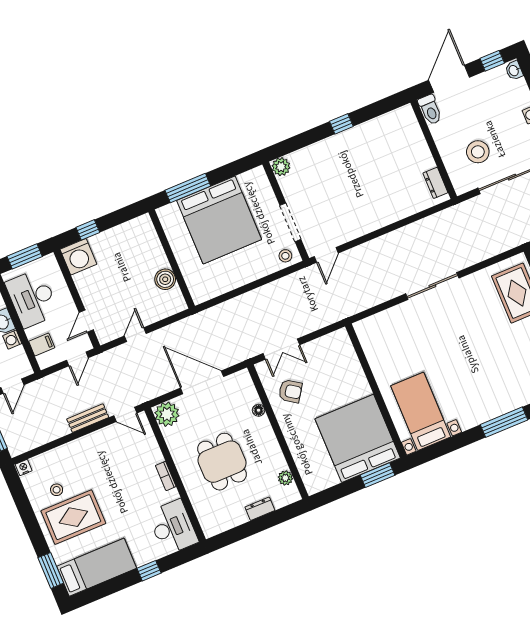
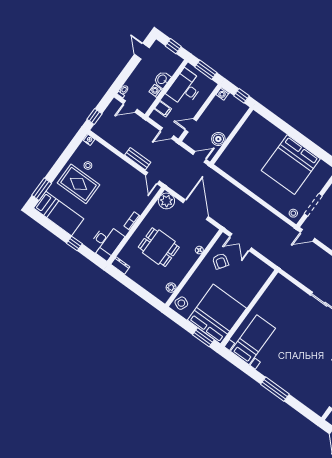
window: (188, 188) -> (298, 137), removed
washing machine: (78, 257) -> (223, 94), width x0.53, depth x0.53
wall: (172, 259) -> (232, 136), moved
boiler: (165, 279) -> (218, 139), moved
dining table: (222, 462) -> (159, 247), turned 90
side table: (314, 477) -> (181, 303), added
dresser: (260, 509) -> (120, 265), moved

